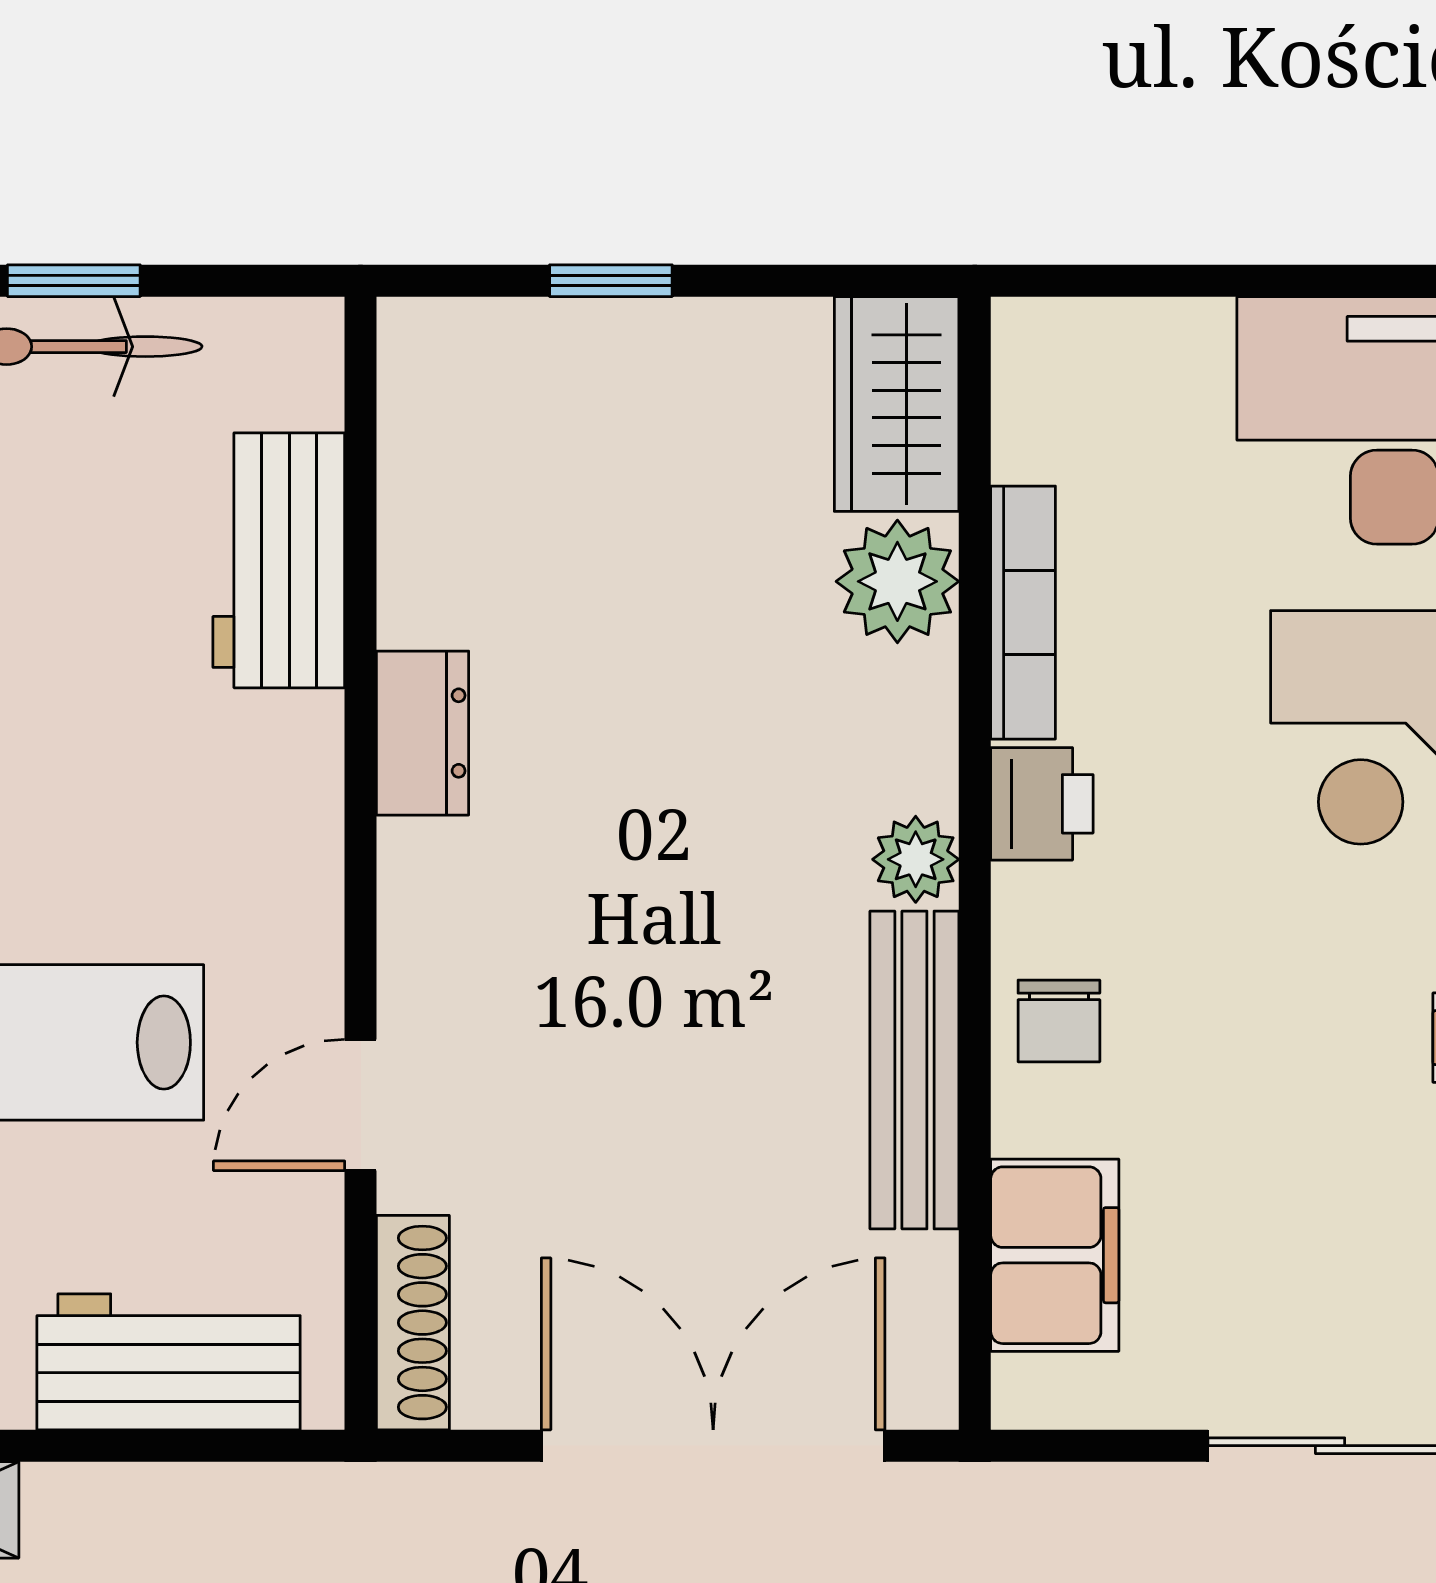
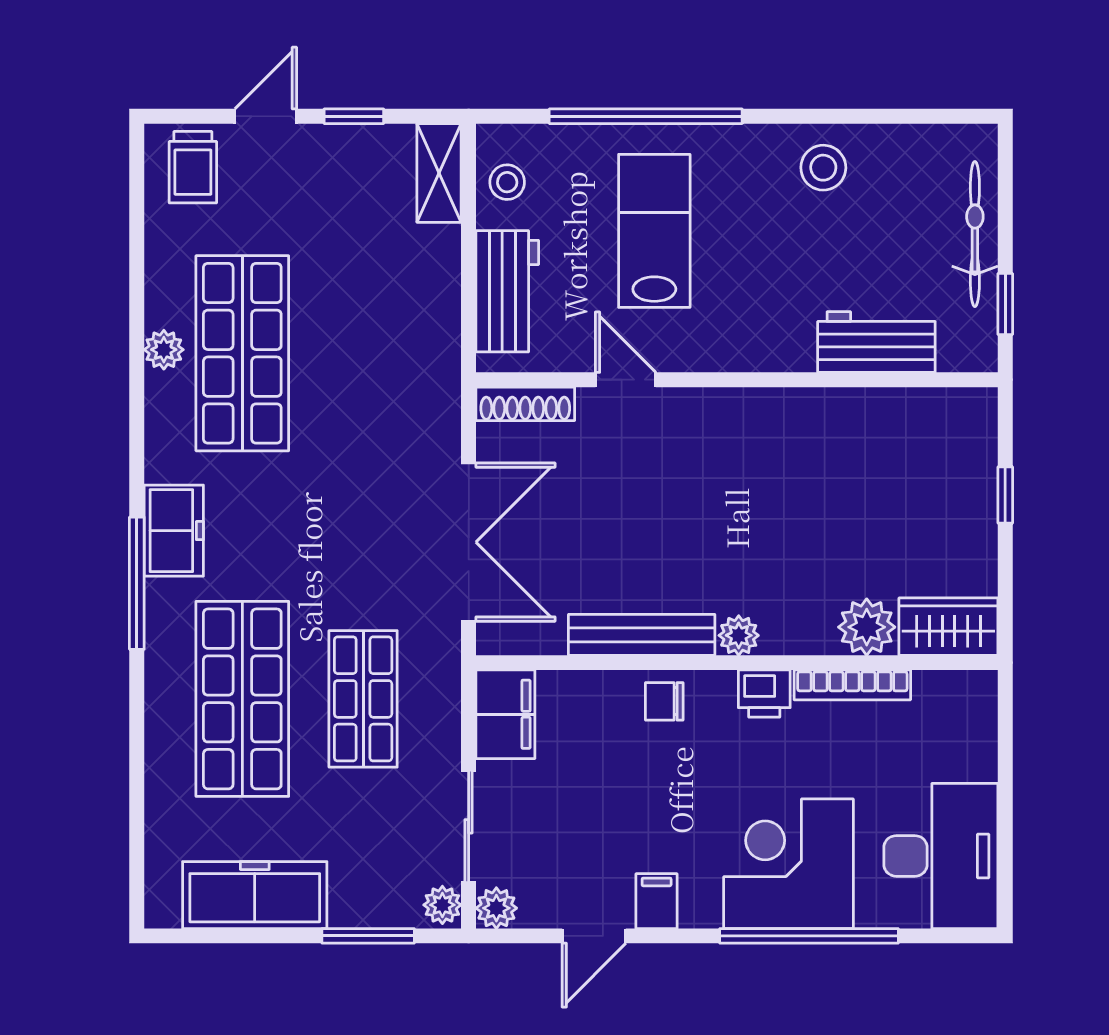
window: (74, 281) -> (1005, 304), moved
dresser: (423, 733) -> (797, 408), removed
filing cabinet: (1055, 1255) -> (505, 714), moved, turned -90

